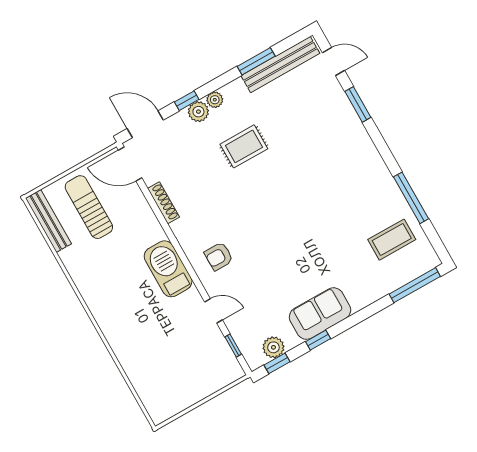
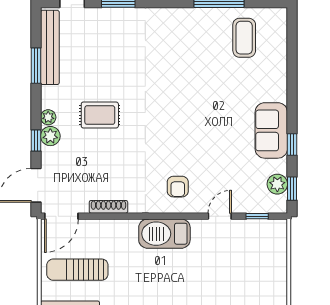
rug: (244, 146) -> (100, 115), turned 90
window: (415, 285) -> (292, 40), removed

